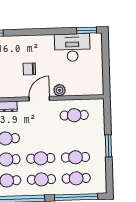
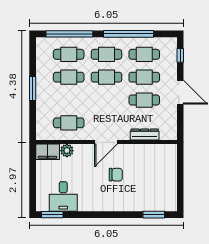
desk: (72, 47) -> (63, 196), width x0.73
filing cabinet: (93, 88) -> (48, 152), added
plant: (60, 90) -> (67, 151), moved

